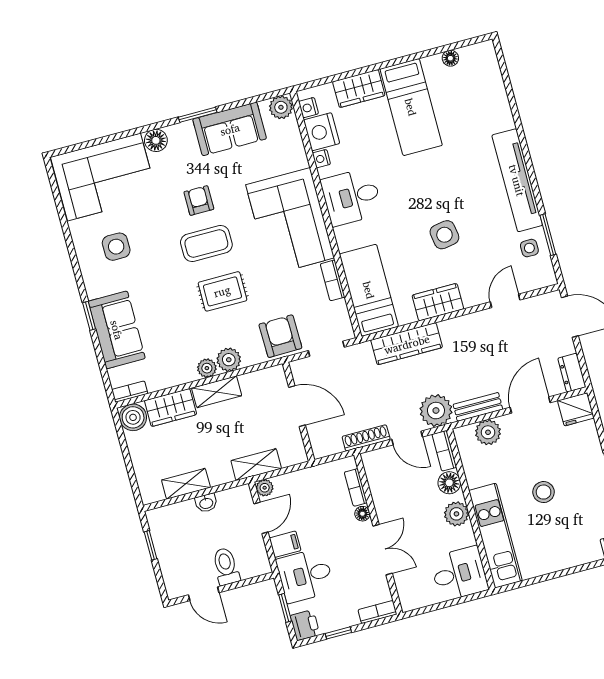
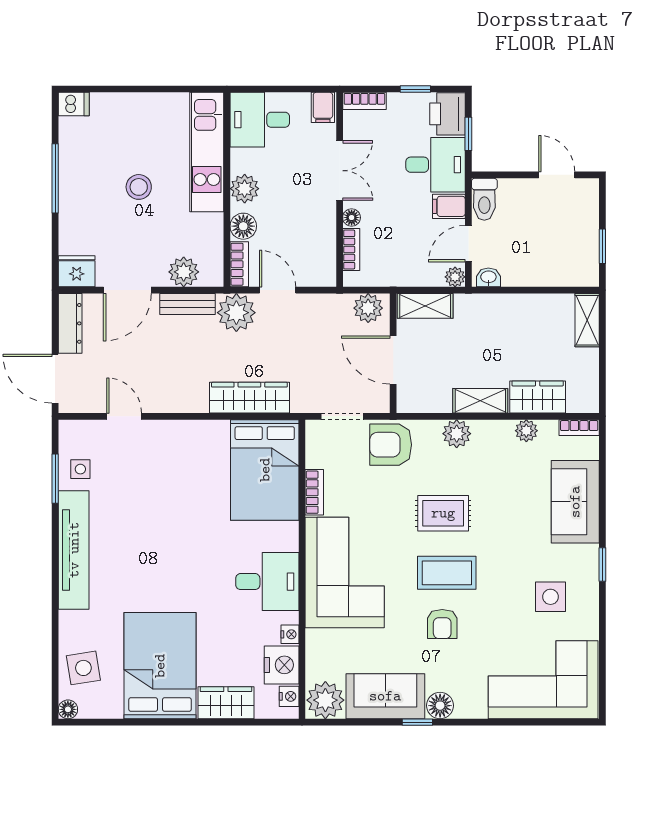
floor lamp: (450, 58) -> (68, 709), moved
plant: (281, 107) -> (325, 700), width x1.36, depth x1.36
bed: (411, 107) -> (160, 666), width x1.50
window: (198, 115) -> (417, 722), width x0.67
floor lamp: (156, 140) -> (440, 706), moved
side table: (444, 235) -> (83, 668), moved
bed: (369, 290) -> (265, 470), width x1.50
door: (505, 301) -> (124, 416), swing flipped
wardrobe: (438, 302) -> (201, 435), removed
window: (89, 316) -> (602, 564), moved
armchair: (280, 336) -> (391, 445), turned 91
plant: (207, 368) -> (526, 431), moved
dresser: (572, 373) -> (70, 323), width x1.44
boiler: (133, 417) -> (583, 397), removed
shoe rack: (366, 438) -> (324, 303), removed
plant: (329, 443) -> (368, 308), added
shelving: (256, 465) -> (425, 306), moved
shelving: (186, 484) -> (587, 320), moved, turned 90
washbasin: (206, 503) -> (488, 277), moved
double door: (383, 550) -> (340, 171), swing flipped
toilet: (226, 566) -> (484, 199), moved
filing cabinet: (410, 598) -> (323, 107), added
printer: (305, 625) -> (447, 114), width x1.36, depth x1.24

